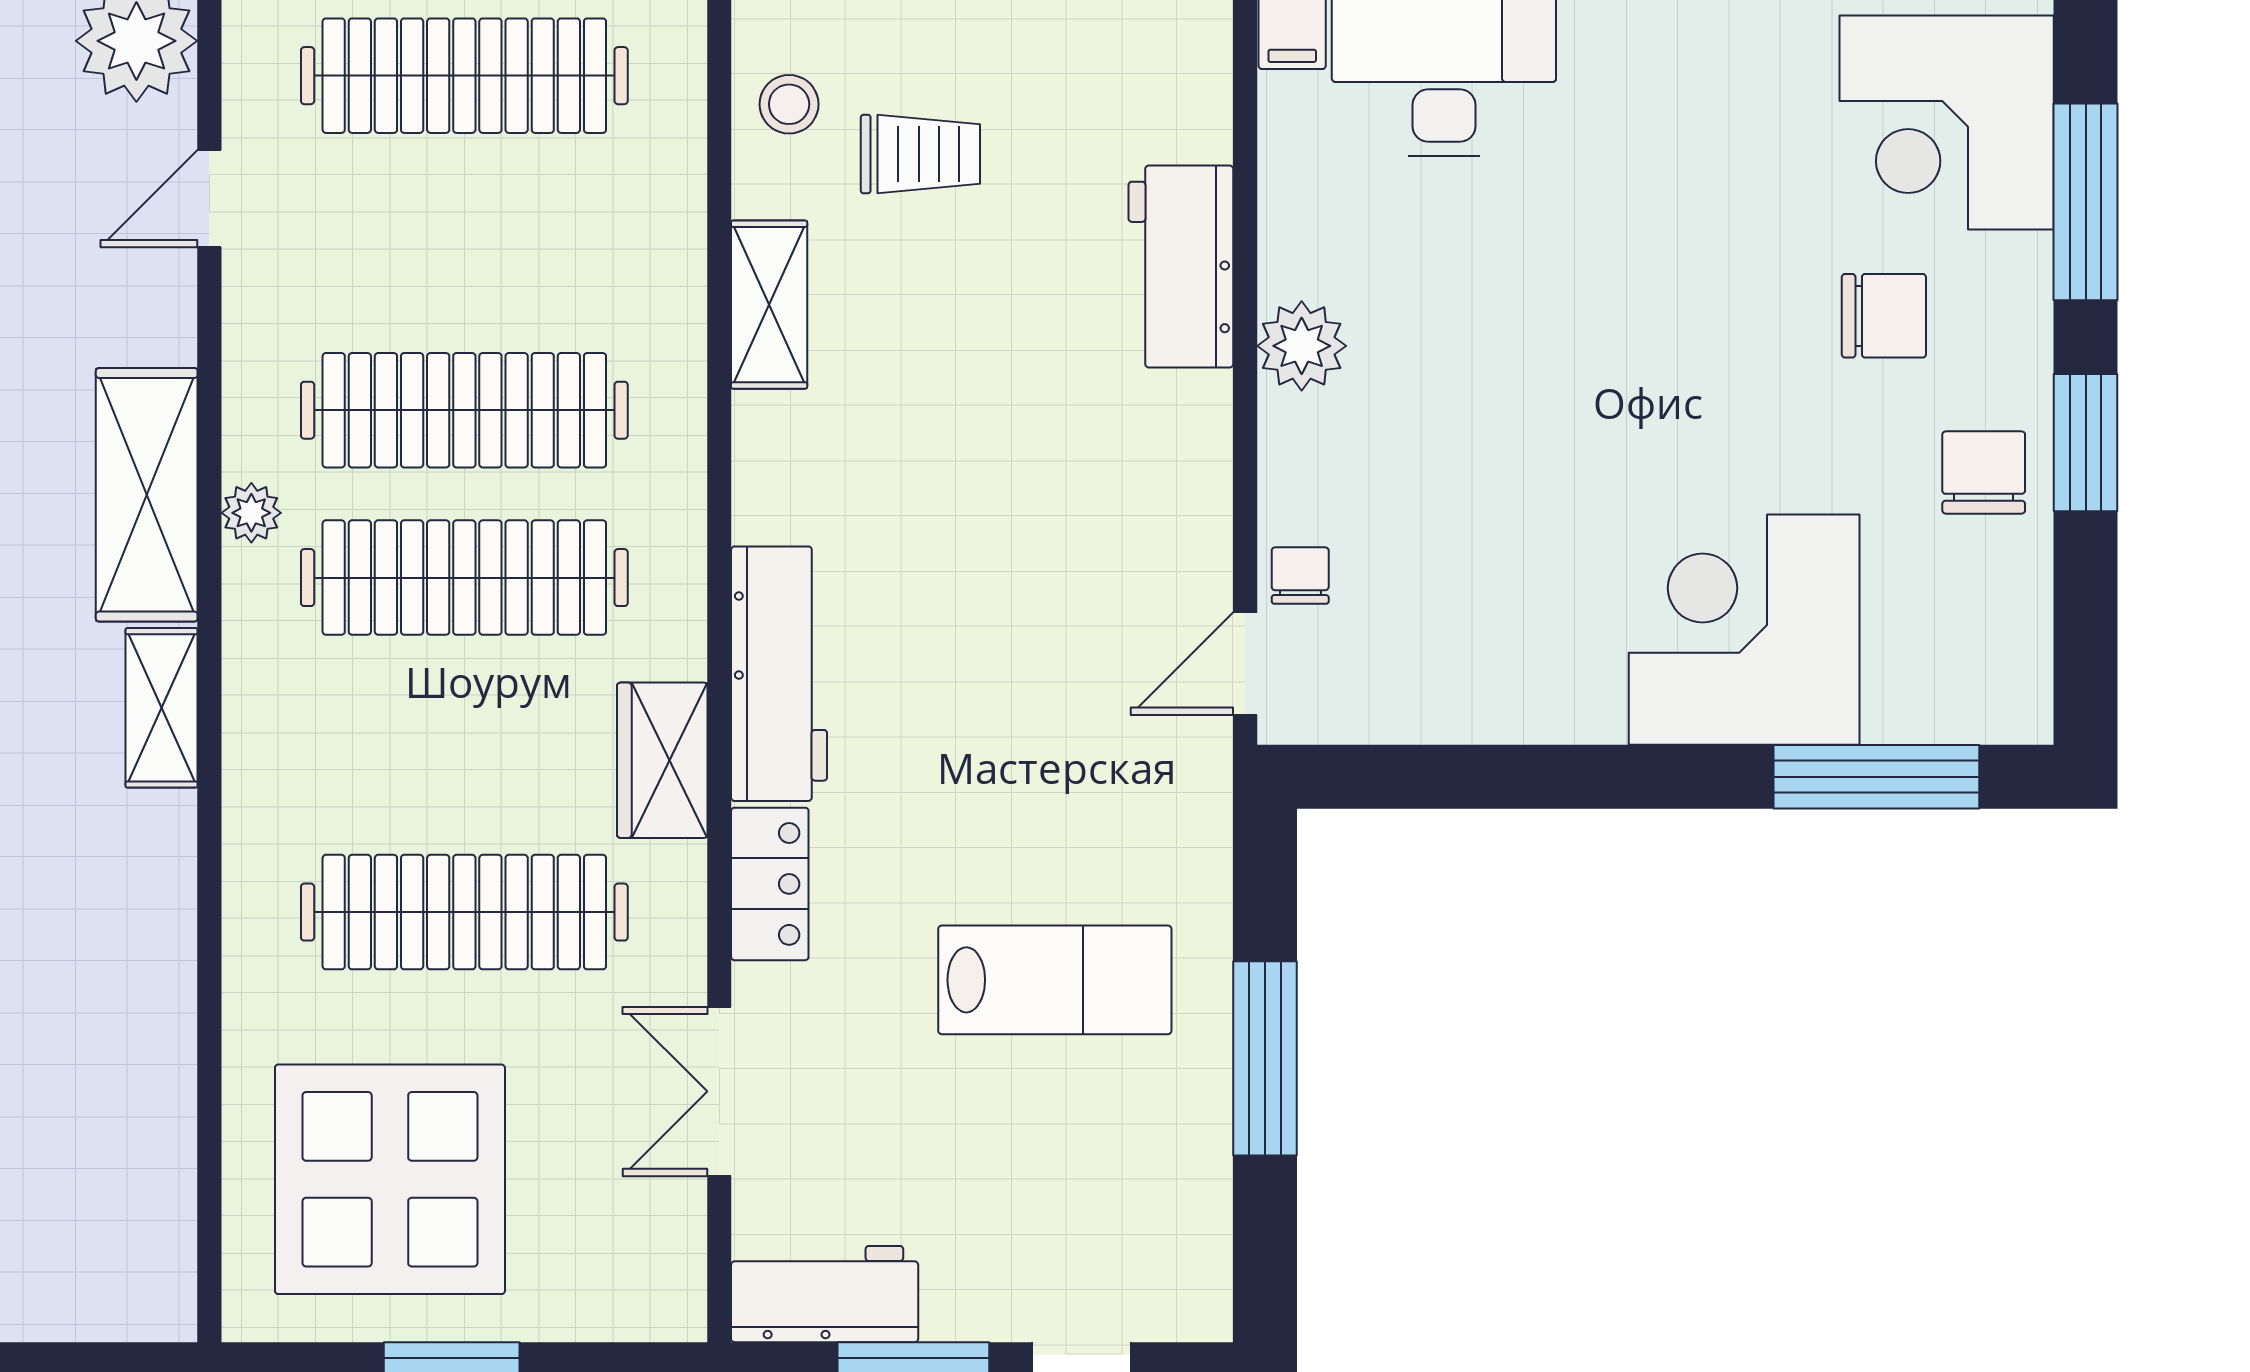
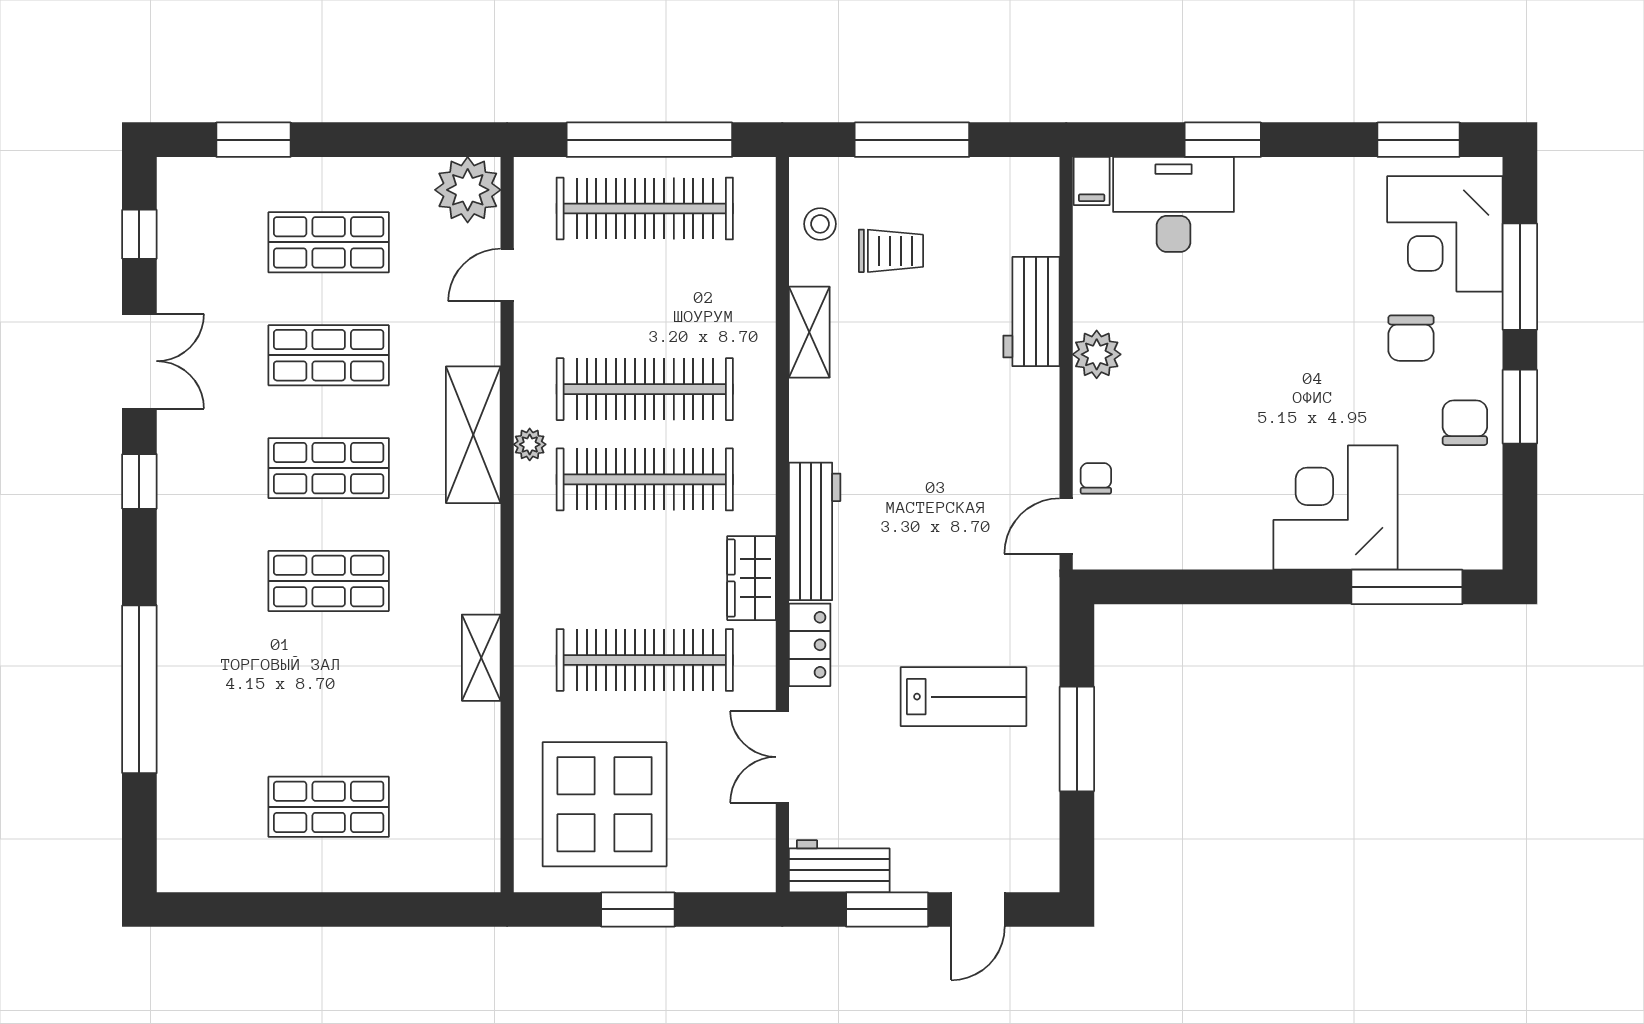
chair: (1884, 316) -> (1411, 338), turned 90
shelving: (162, 708) -> (481, 658), moved

